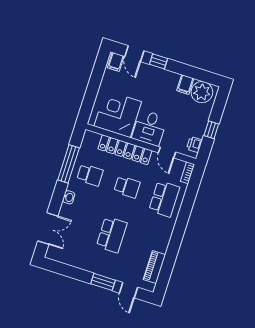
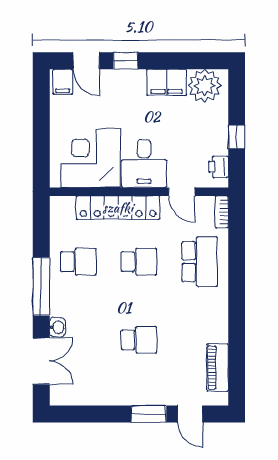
filing cabinet: (185, 85) -> (167, 82), width x2.00
window: (69, 164) -> (41, 287), moved
washbasin: (69, 197) -> (57, 327), moved
school desk: (112, 235) -> (139, 340), width x0.54

